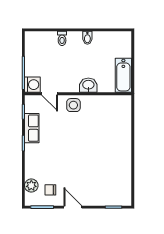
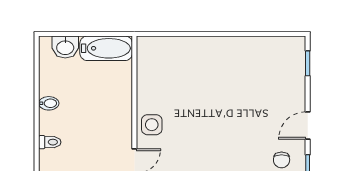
washbasin: (88, 85) -> (65, 47), moved, turned -90

